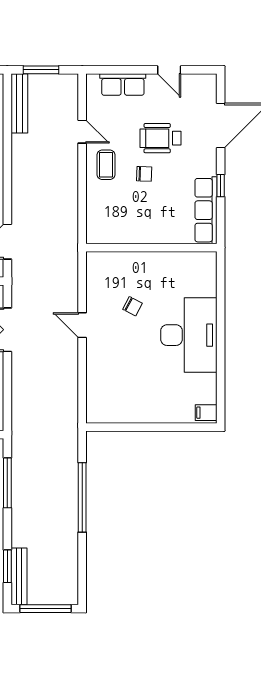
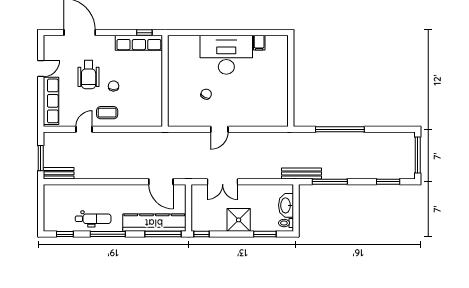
row of seats: (123, 85) -> (51, 101), width x1.48
bench: (19, 103) -> (59, 173), width x0.73
window: (221, 186) -> (144, 33), moved
filing cabinet: (206, 413) -> (259, 43), moved
bench: (19, 576) -> (301, 174), moved

